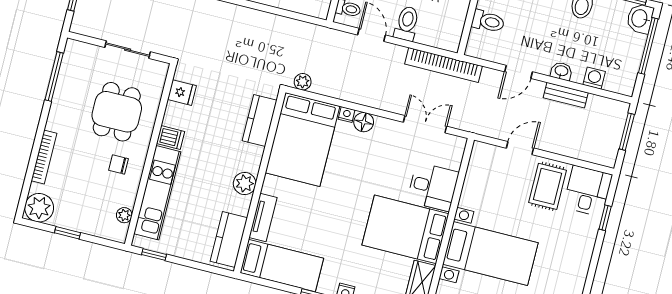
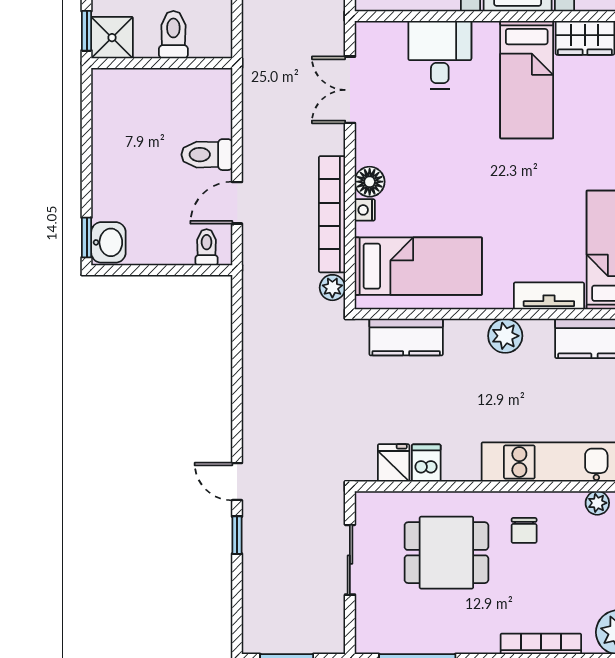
bookcase: (443, 65) -> (332, 214), moved, turned 180
dishwasher: (171, 138) -> (426, 463), moved
bed: (303, 140) -> (418, 266), width x0.67
bed: (405, 229) -> (527, 80), width x0.67

